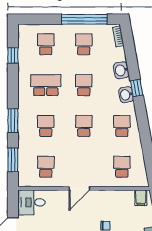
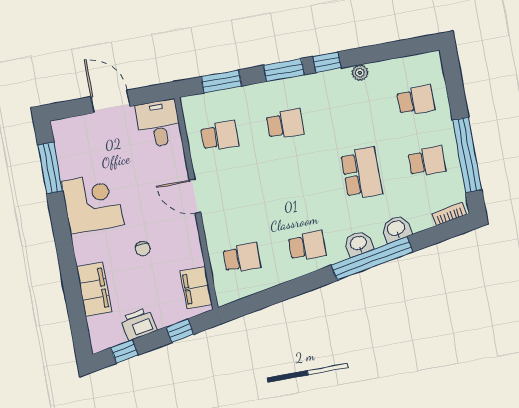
window: (13, 55) -> (327, 62), moved
plant: (23, 75) -> (360, 73), added
school desk: (46, 85) -> (350, 112), removed
school desk: (84, 85) -> (361, 173), width x1.85
window: (137, 88) -> (372, 259), width x3.17
school desk: (84, 126) -> (296, 185), removed
filing cabinet: (141, 198) -> (196, 288), width x2.00

